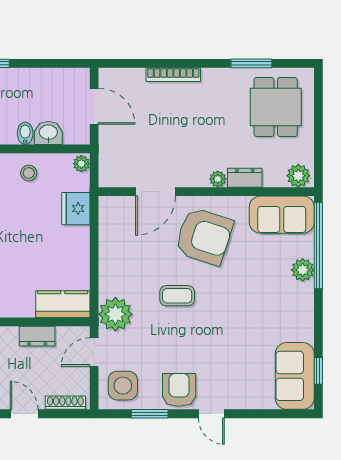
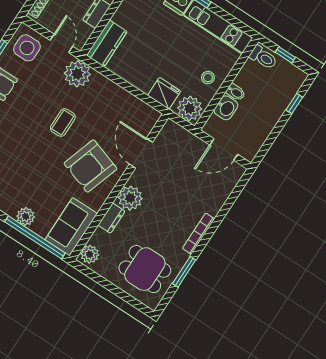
bookcase: (173, 75) -> (199, 234), moved
plant: (81, 164) -> (190, 108), width x1.87, depth x1.87
plant: (218, 179) -> (130, 198), width x1.88, depth x1.88

